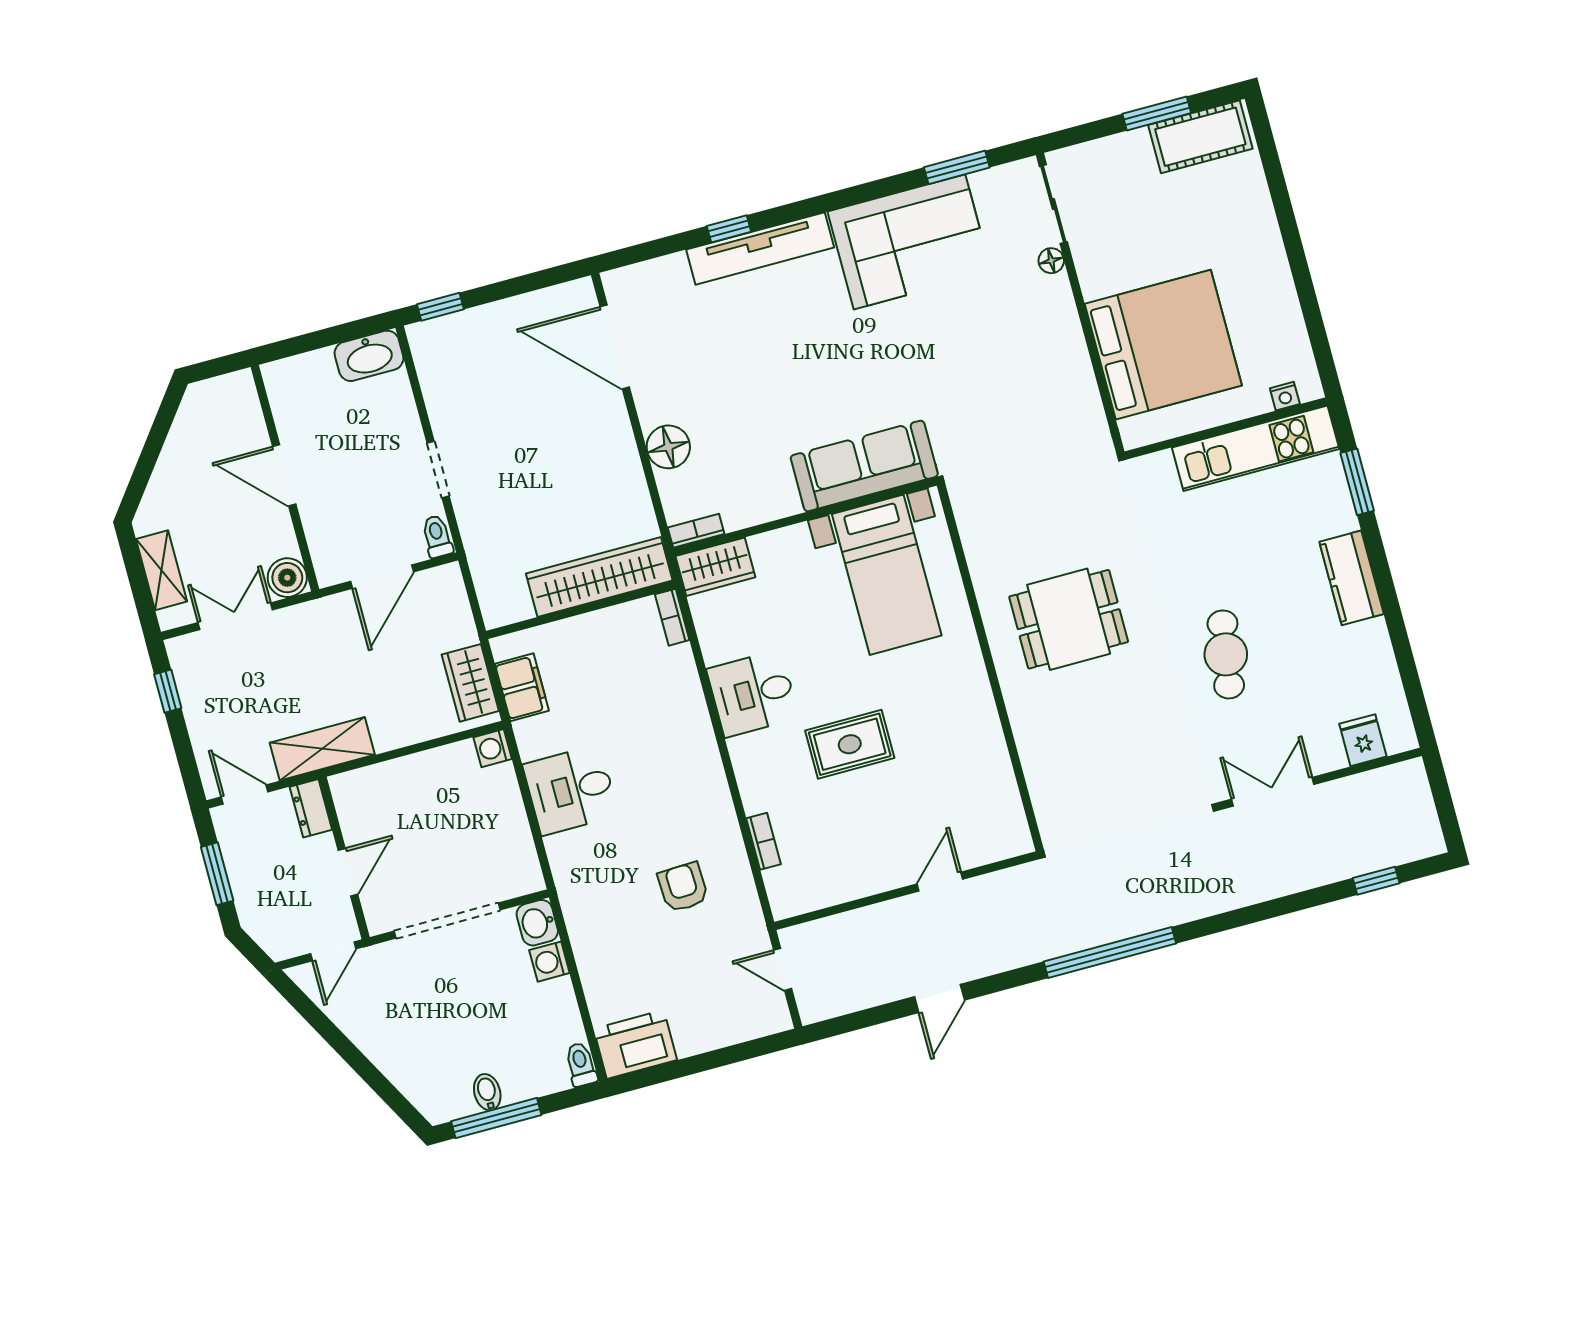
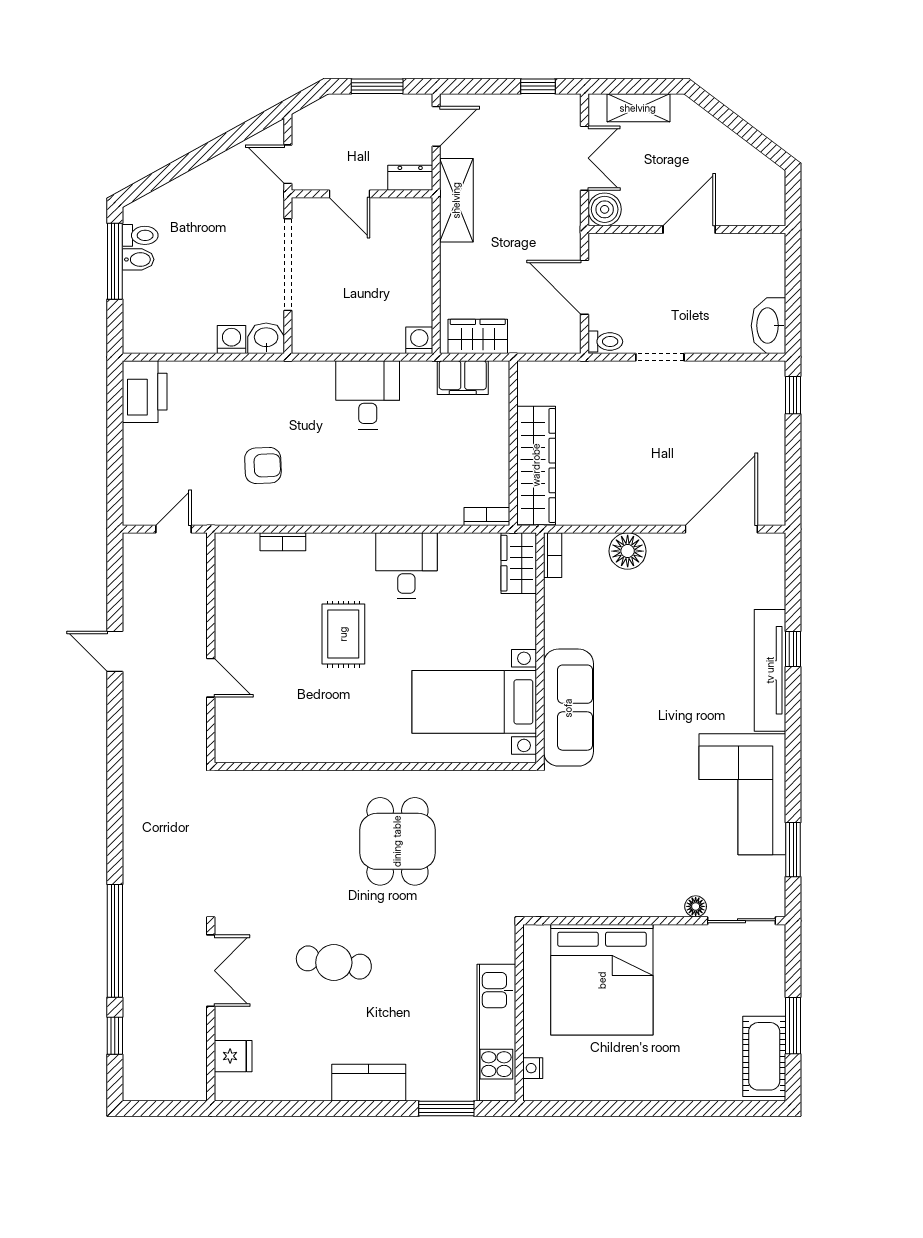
window: (1110, 952) -> (115, 941), moved
toilet: (581, 1064) -> (140, 235), moved

